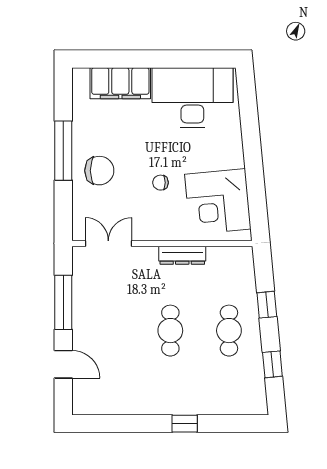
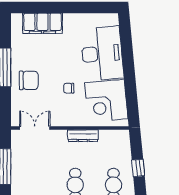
desk: (192, 98) -> (102, 54), moved, turned 85

